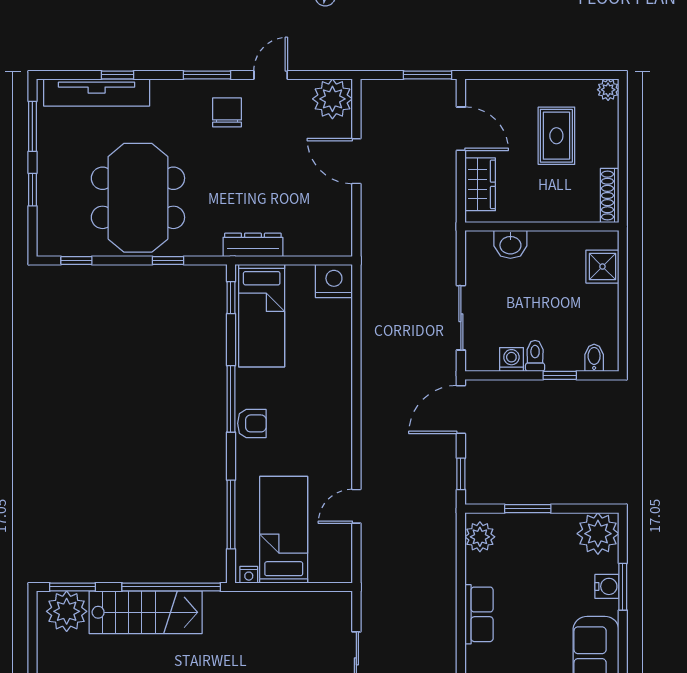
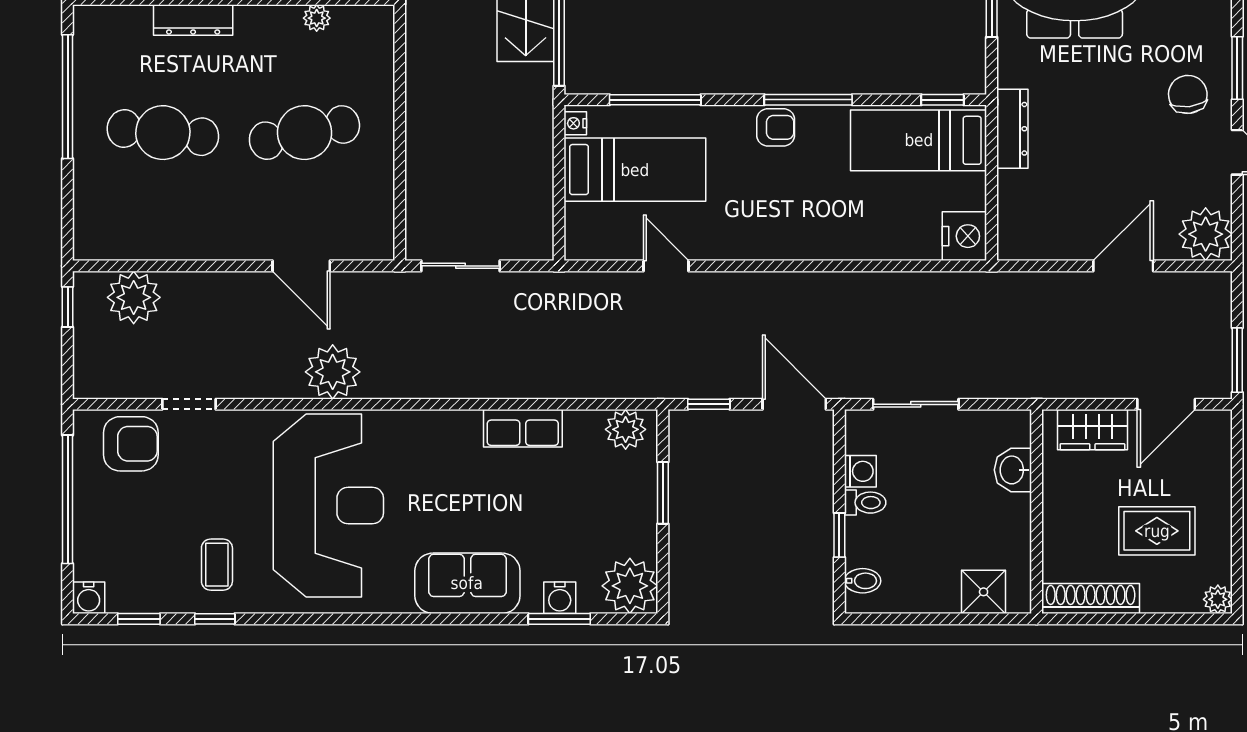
chair: (227, 112) -> (1188, 94), turned -97
shoe rack: (610, 195) -> (1091, 599), width x1.36, depth x1.24
armchair: (252, 423) -> (776, 127), turned -90

